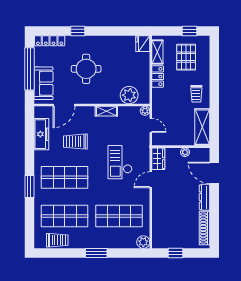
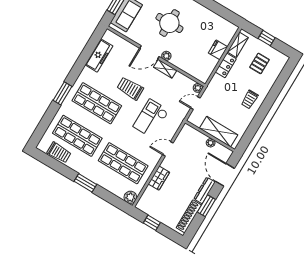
window: (189, 31) -> (267, 38), moved
fridge: (143, 44) -> (218, 50), moved
pallet: (186, 57) -> (259, 63), width x0.67, depth x0.71
plant: (129, 95) -> (166, 56), moved, width x0.53, depth x0.53
door: (64, 105) -> (149, 52), moved
door: (151, 125) -> (195, 103), swing flipped
shelving: (202, 127) -> (219, 131), moved, turned 90
trolley: (75, 142) -> (130, 88), moved
wardrobe: (158, 159) -> (159, 178), moved
window: (214, 210) -> (206, 206), added

